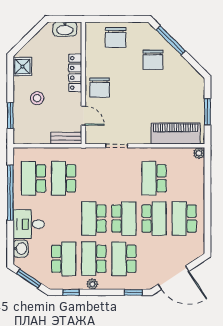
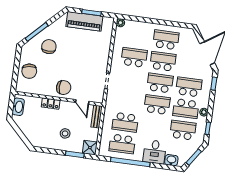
chair: (116, 37) -> (29, 71), turned 82
chair: (153, 60) -> (49, 47), turned -90
shower: (22, 67) -> (90, 148), moved
locker: (75, 73) -> (51, 104), width x0.66
door: (83, 116) -> (82, 102), swing flipped
piano: (176, 133) -> (84, 21), moved, turned -90
school desk: (154, 178) -> (134, 57), turned 180
school desk: (94, 219) -> (157, 105), turned 180
school desk: (184, 219) -> (166, 40), turned 180
school desk: (124, 259) -> (189, 87), turned 180

